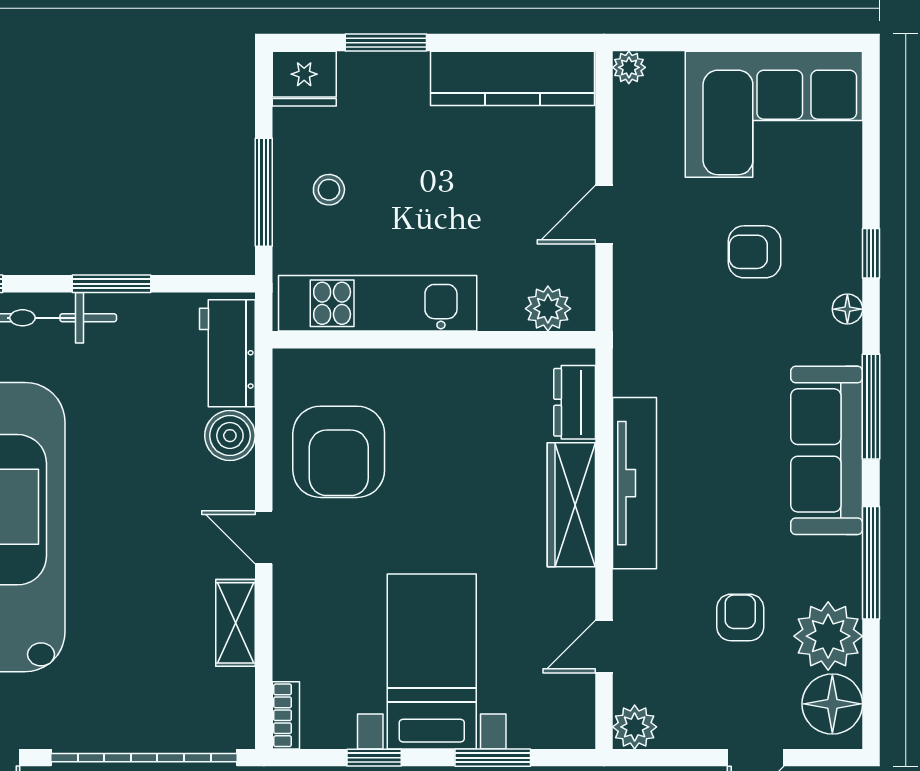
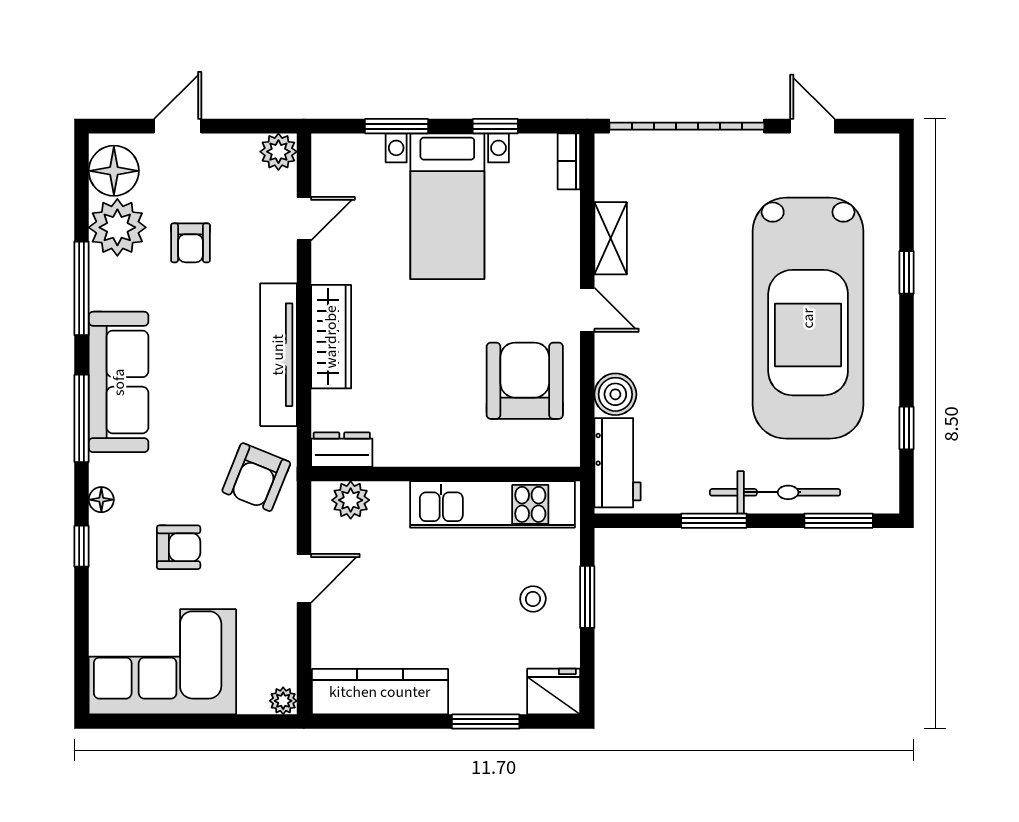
window: (264, 192) -> (587, 597), width x0.69
armchair: (661, 336) -> (256, 477), added
dresser: (575, 402) -> (342, 450), moved, turned -90

